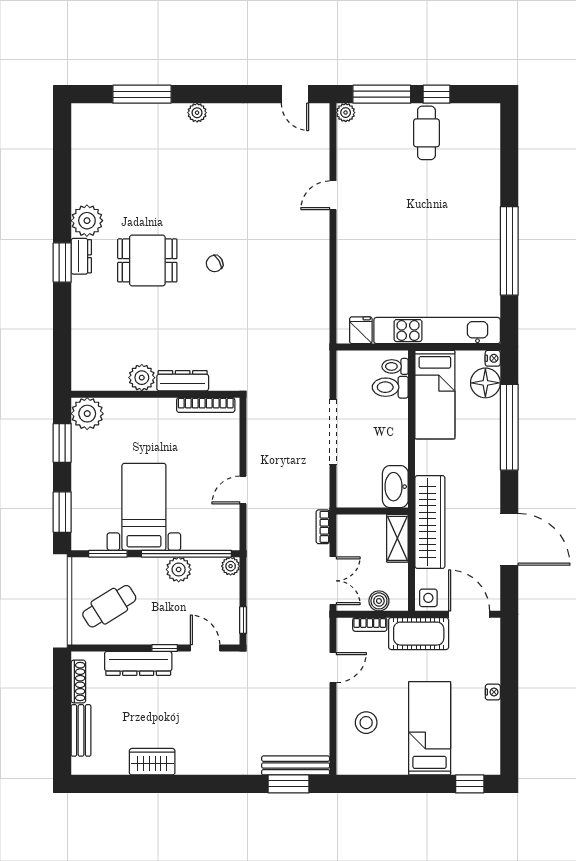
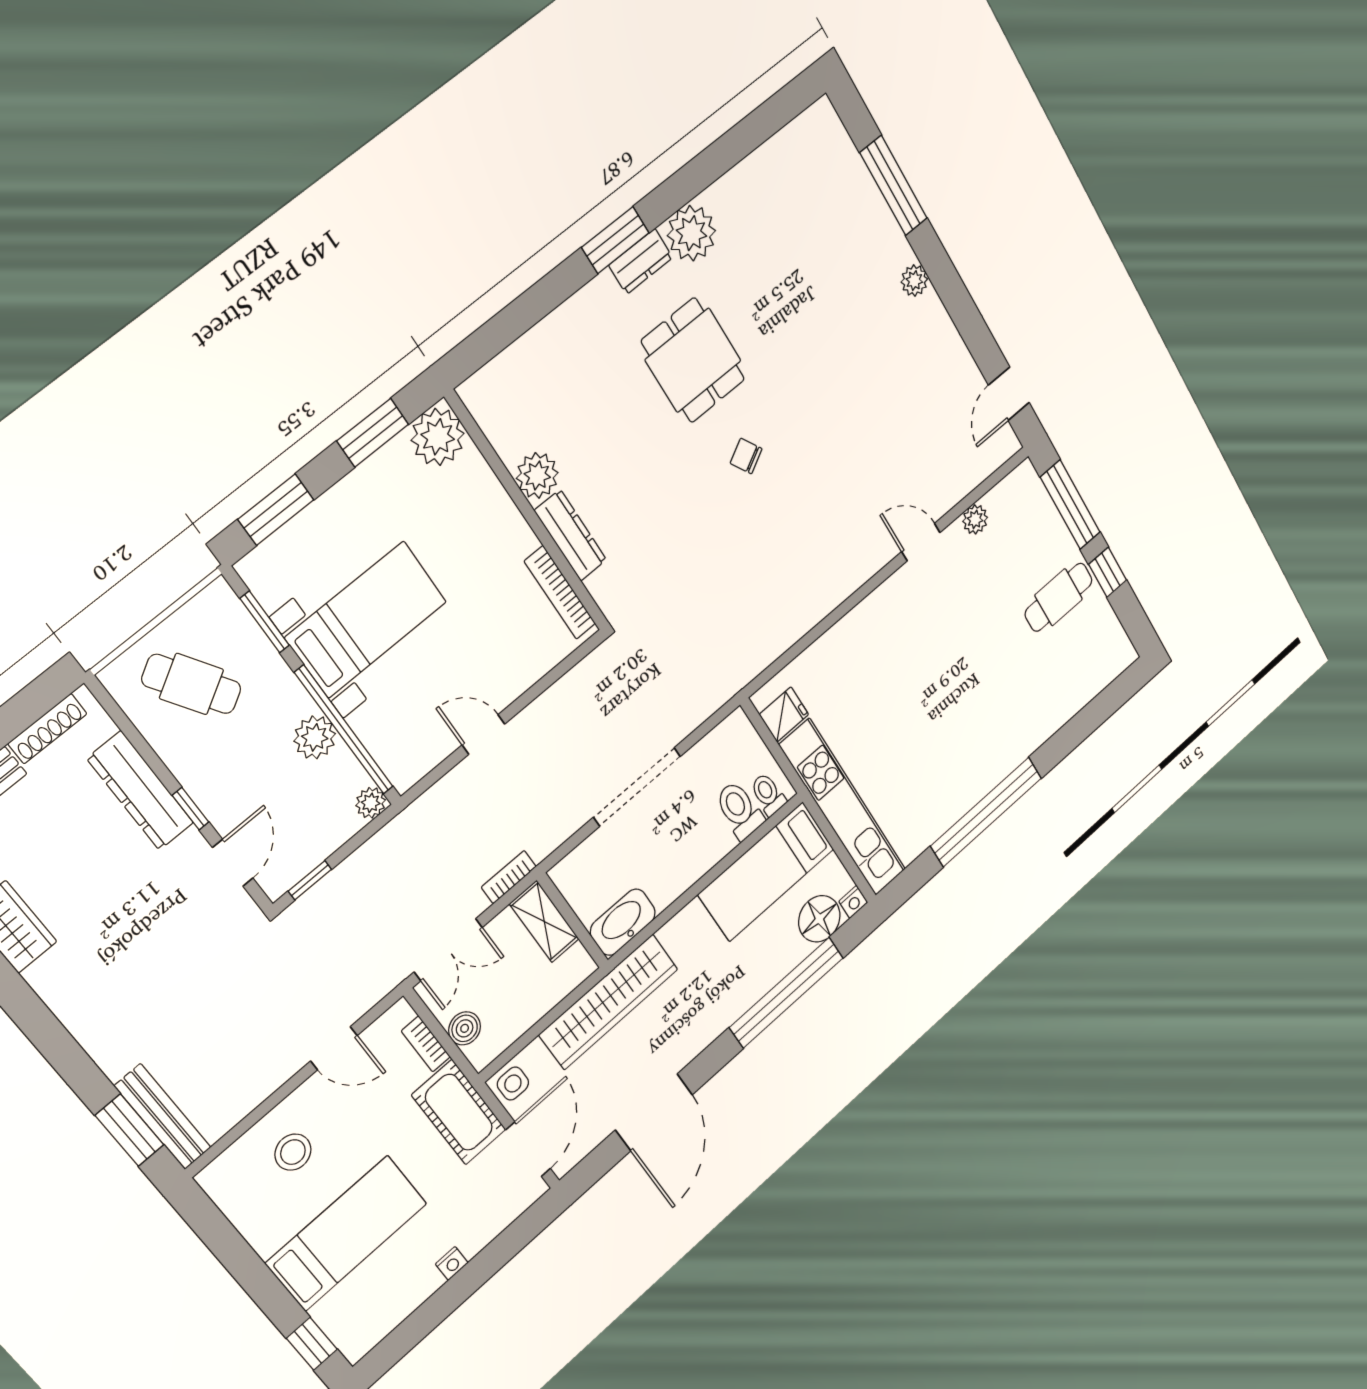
plant: (346, 113) -> (975, 519), moved
shelving: (397, 538) -> (544, 921), moved, turned 90

